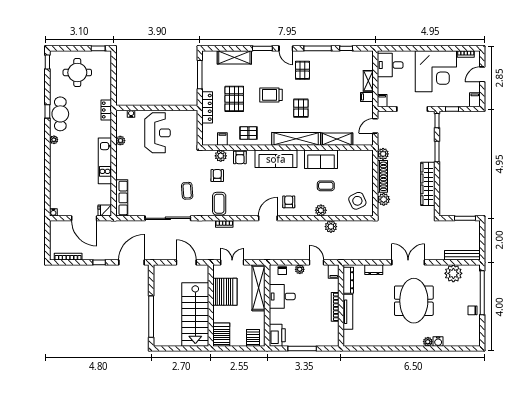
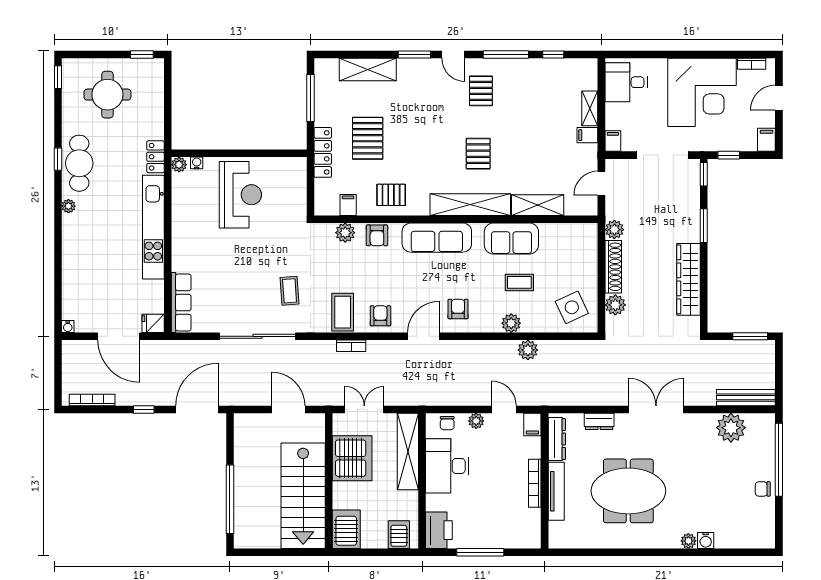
trolley: (271, 95) -> (429, 132), removed
plant: (120, 141) -> (179, 165), moved
kitchen unit: (105, 161) -> (153, 227), width x1.36
armchair: (217, 176) -> (380, 316), moved
desk: (282, 296) -> (447, 466), width x1.37
meeting table: (414, 301) -> (628, 491), moved, turned 90

